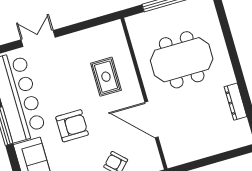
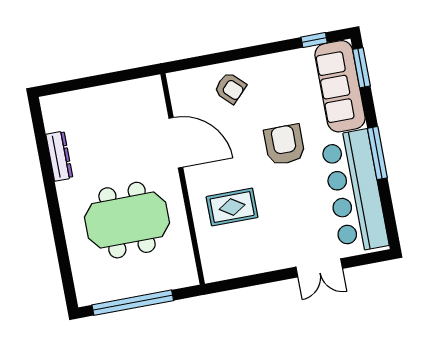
rug: (106, 77) -> (232, 207), turned 90
armchair: (72, 126) -> (284, 145), turned 90

